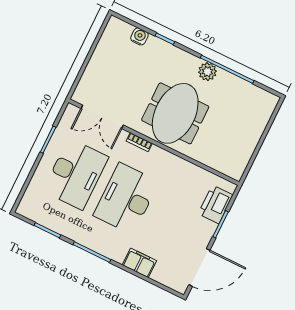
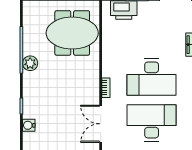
meeting table: (175, 113) -> (72, 33), moved
double door: (102, 117) -> (101, 124), swing flipped

